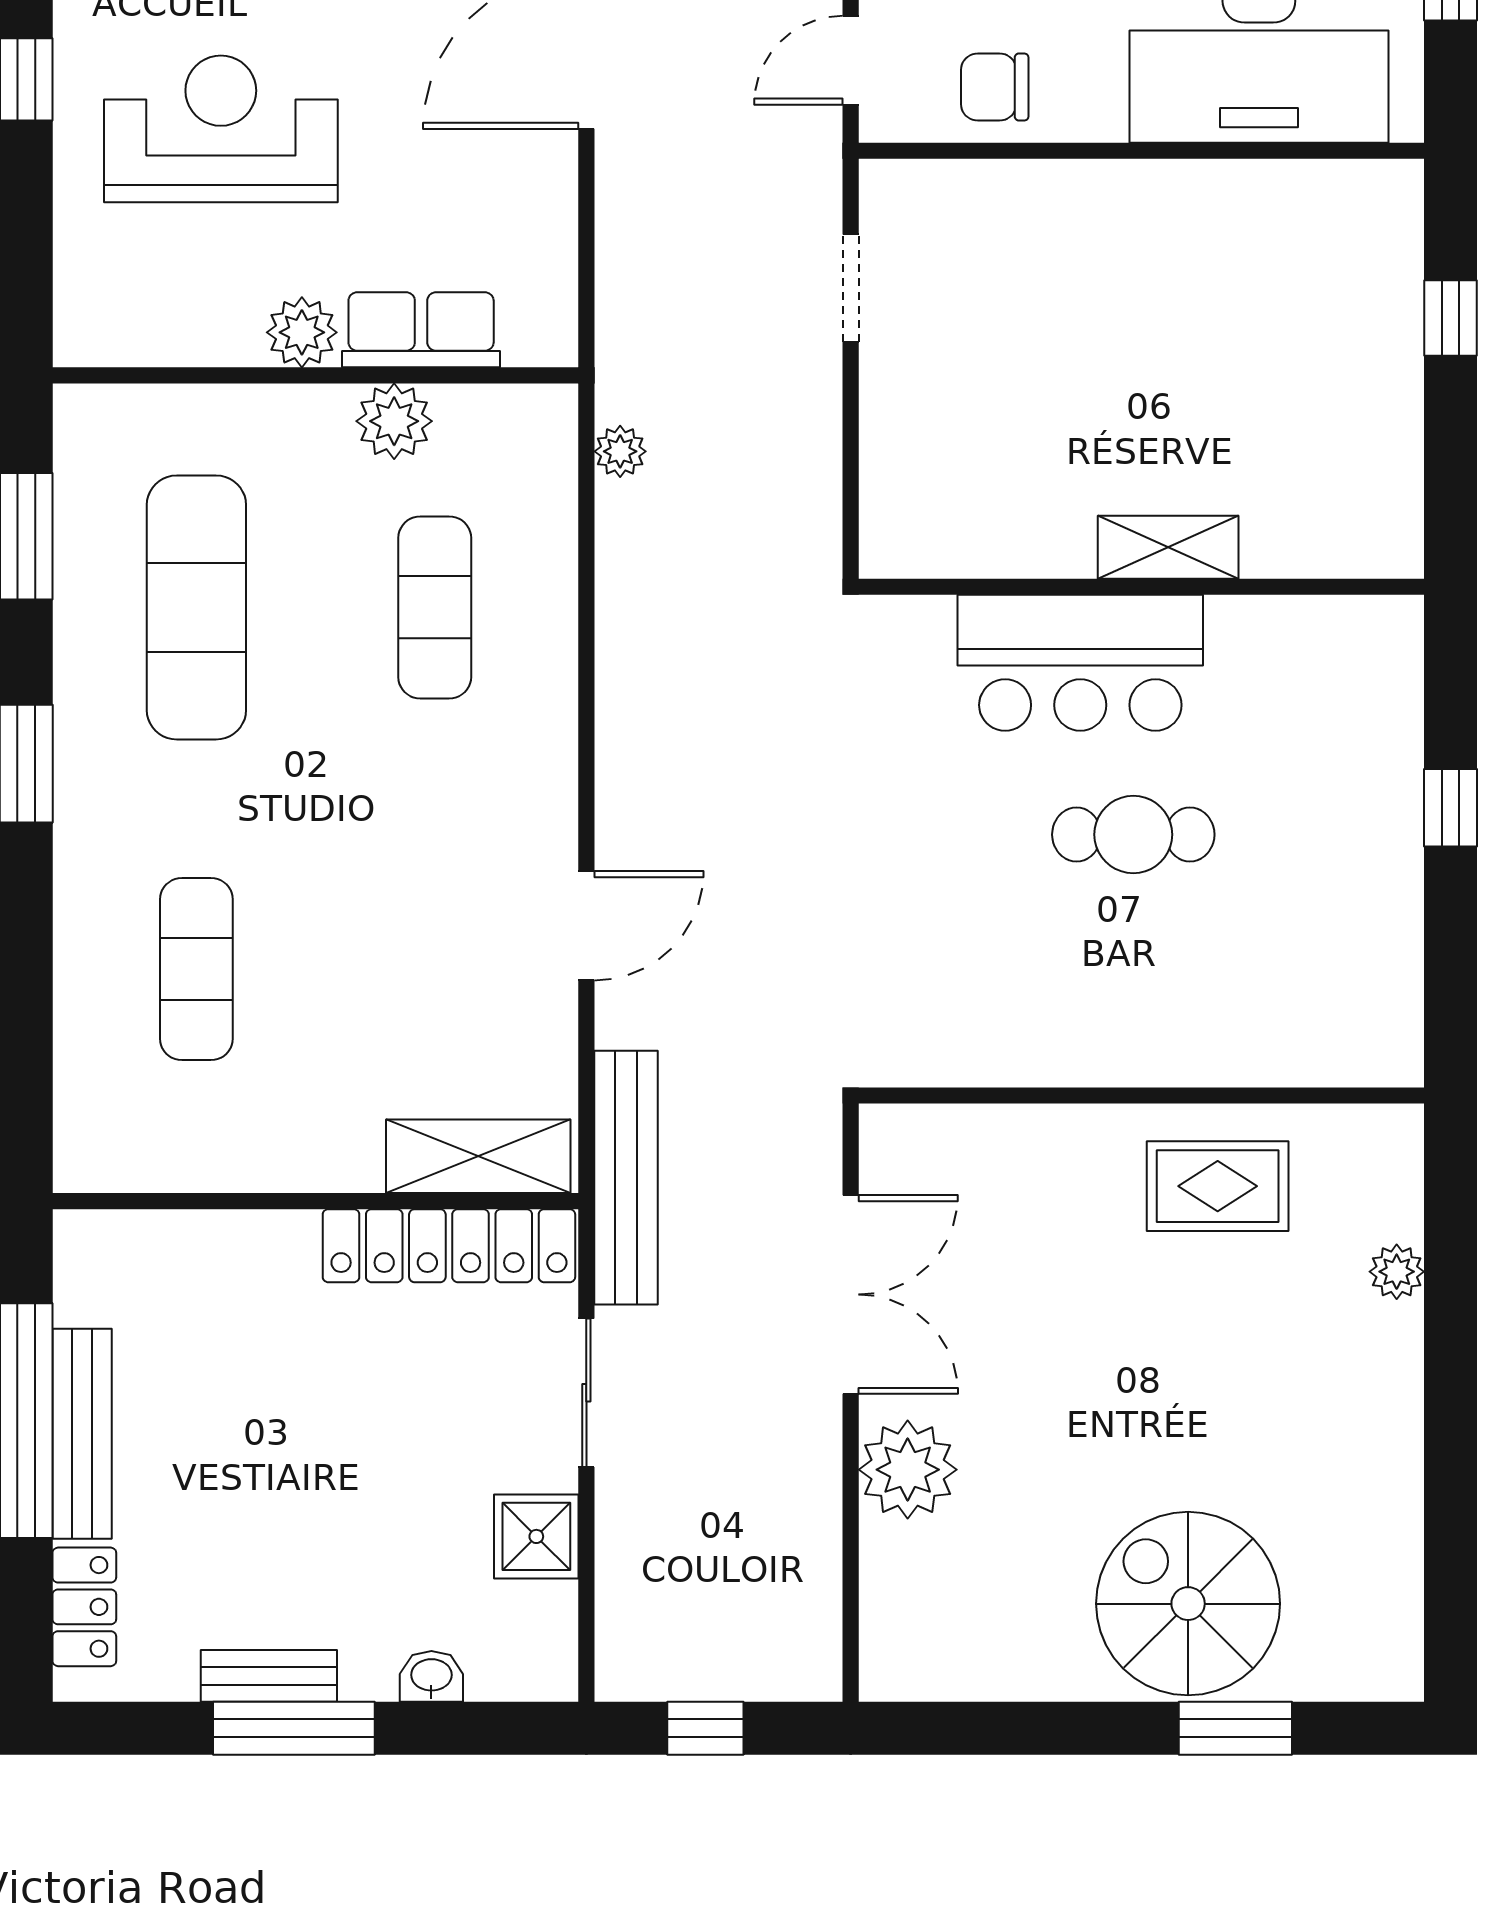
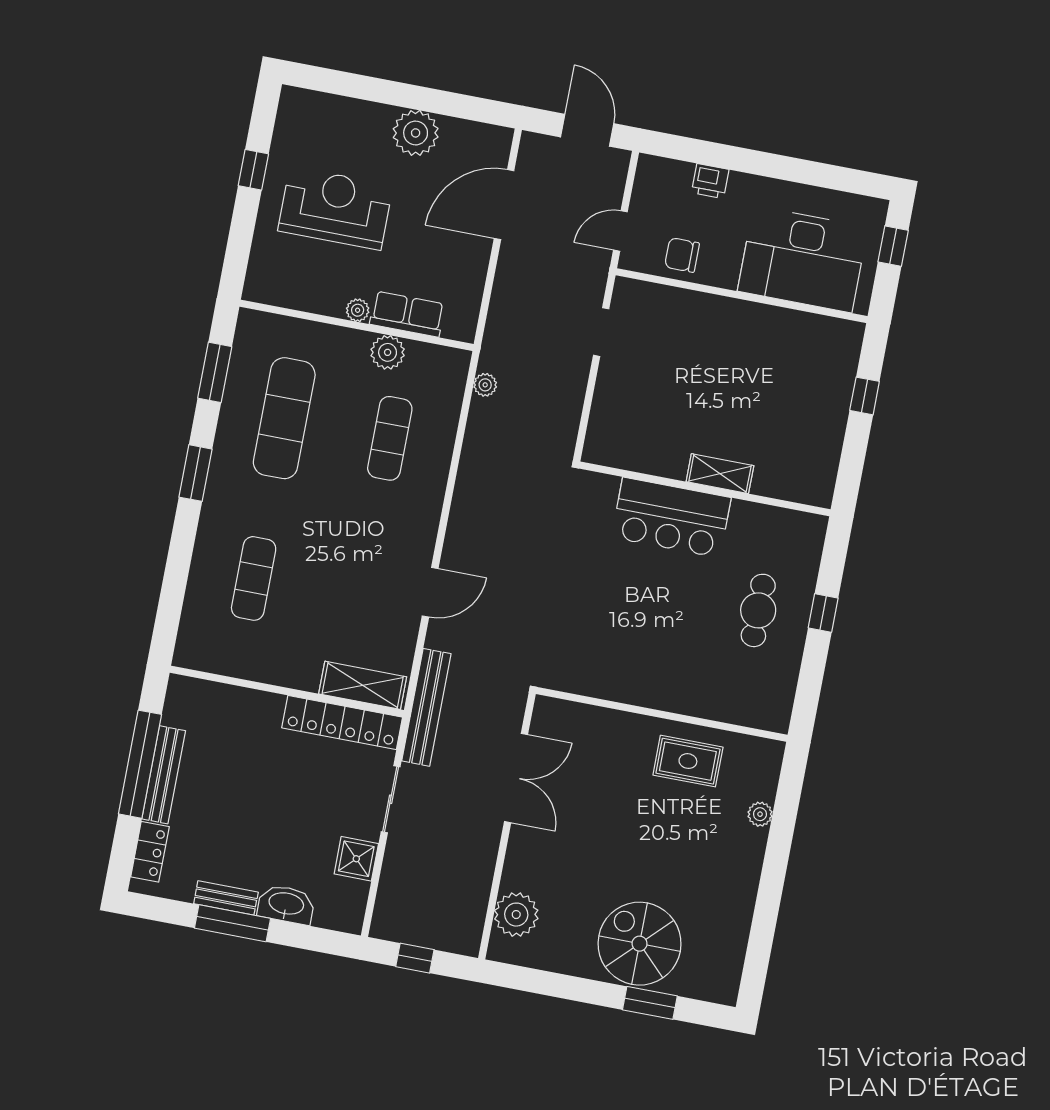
plant: (302, 332) -> (358, 310), width x0.73, depth x0.73
cafe table: (1133, 835) -> (758, 610), moved, turned 90
plant: (908, 1470) -> (516, 915), moved
washbasin: (431, 1676) -> (286, 904), width x1.91, depth x1.45

